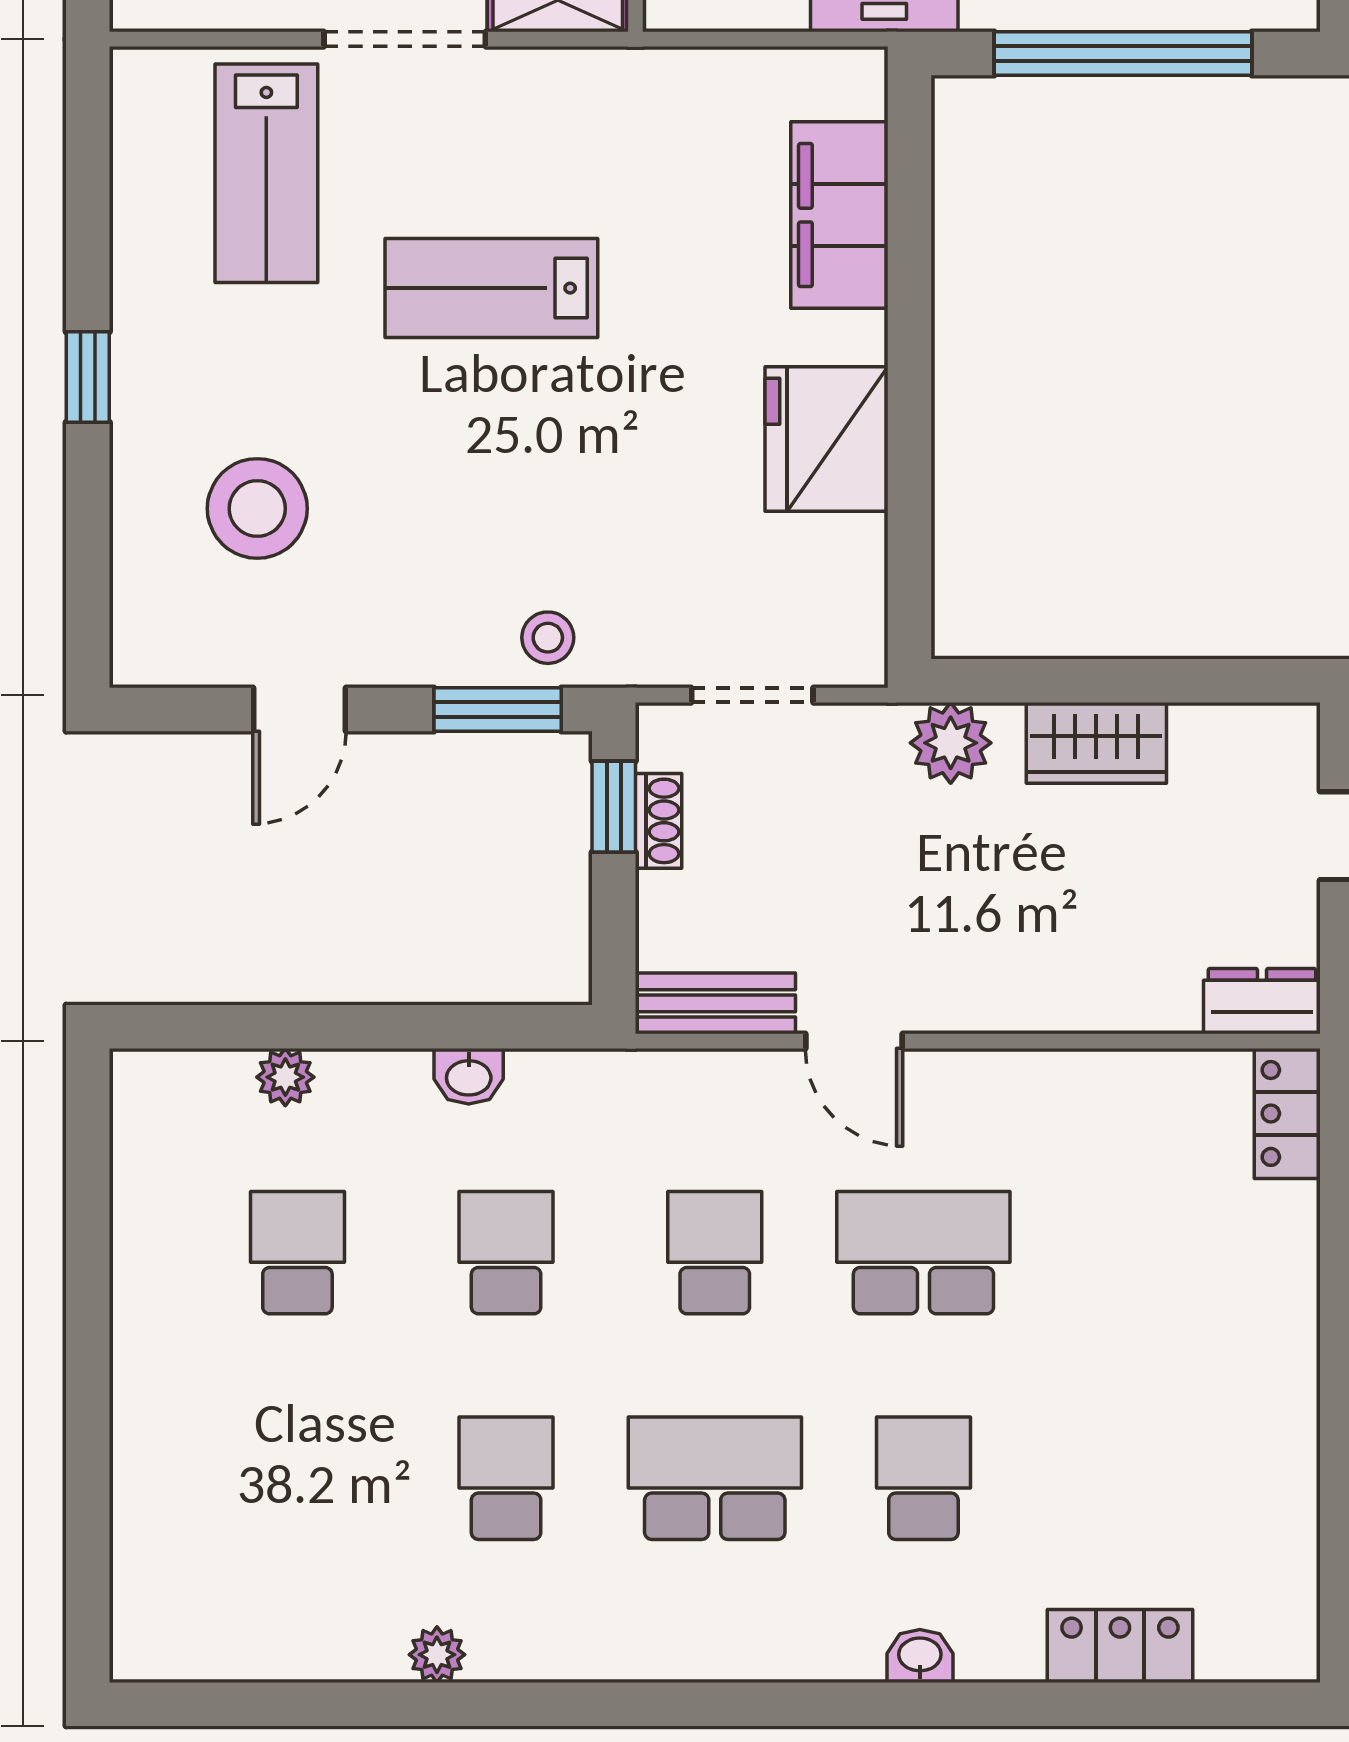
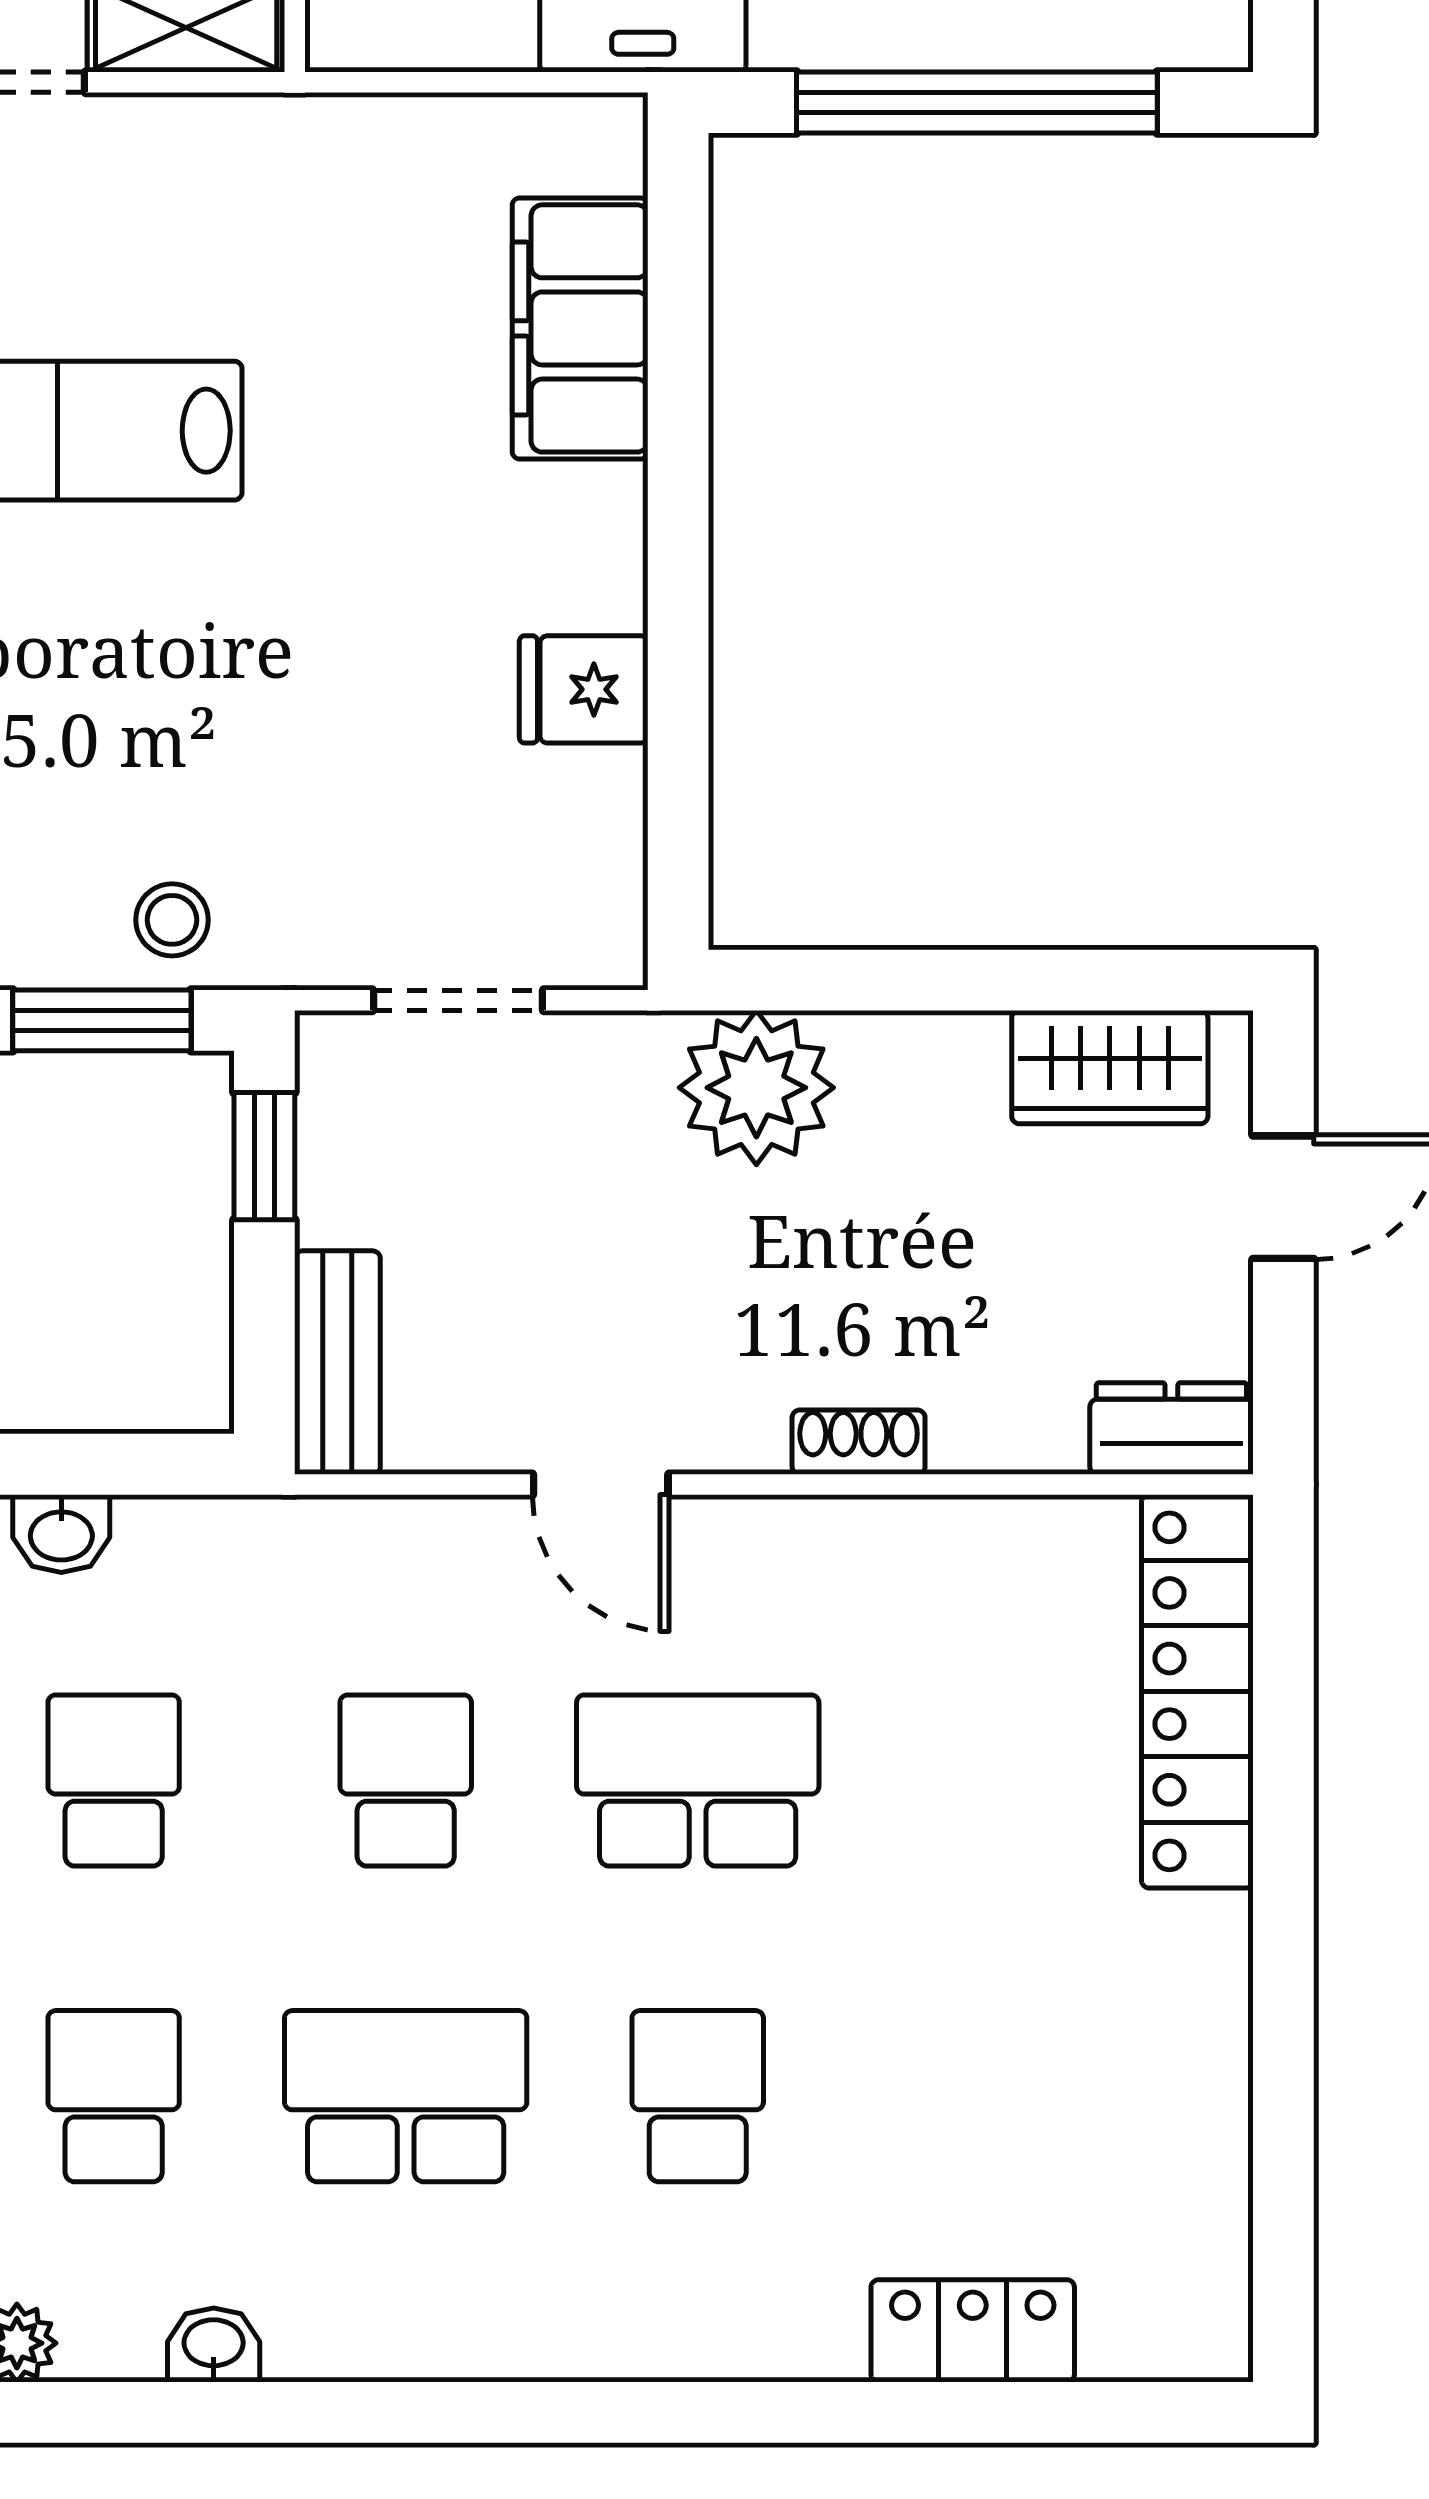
fridge: (826, 439) -> (584, 689), width x0.53, depth x0.75
plant: (951, 743) -> (756, 1088), width x1.36, depth x1.36
wardrobe: (1096, 743) -> (1110, 1067), moved
shoe rack: (659, 821) -> (859, 1442), moved, turned -90
bench: (715, 1003) -> (337, 1363), moved, turned 90
locker: (1287, 1113) -> (1197, 1691), width x2.16, depth x1.21
washbasin: (920, 1656) -> (214, 2345), moved

